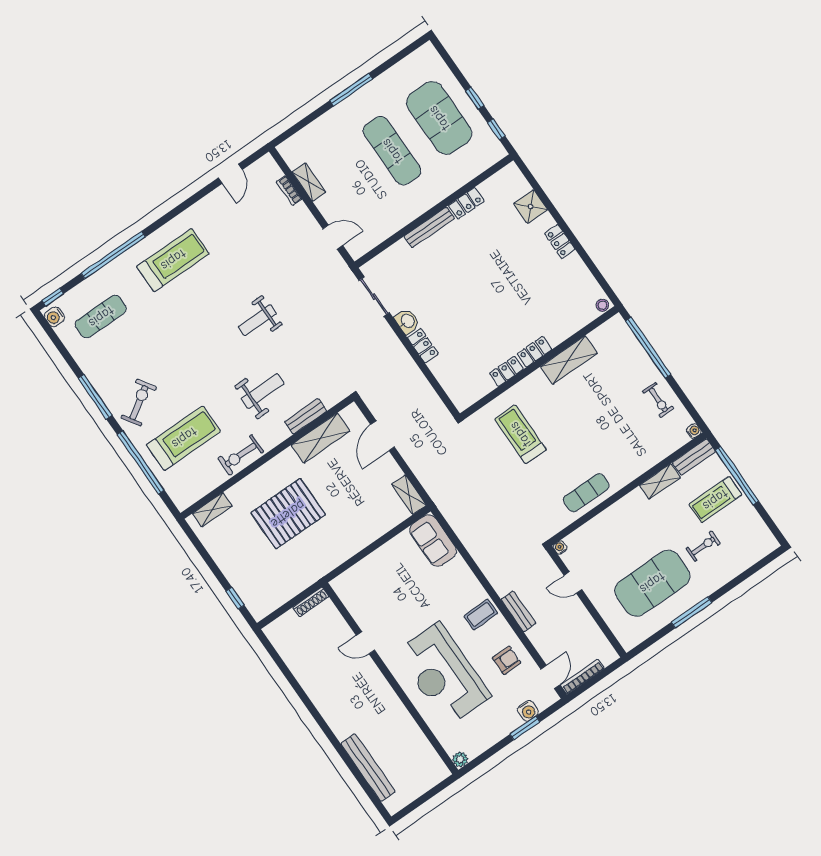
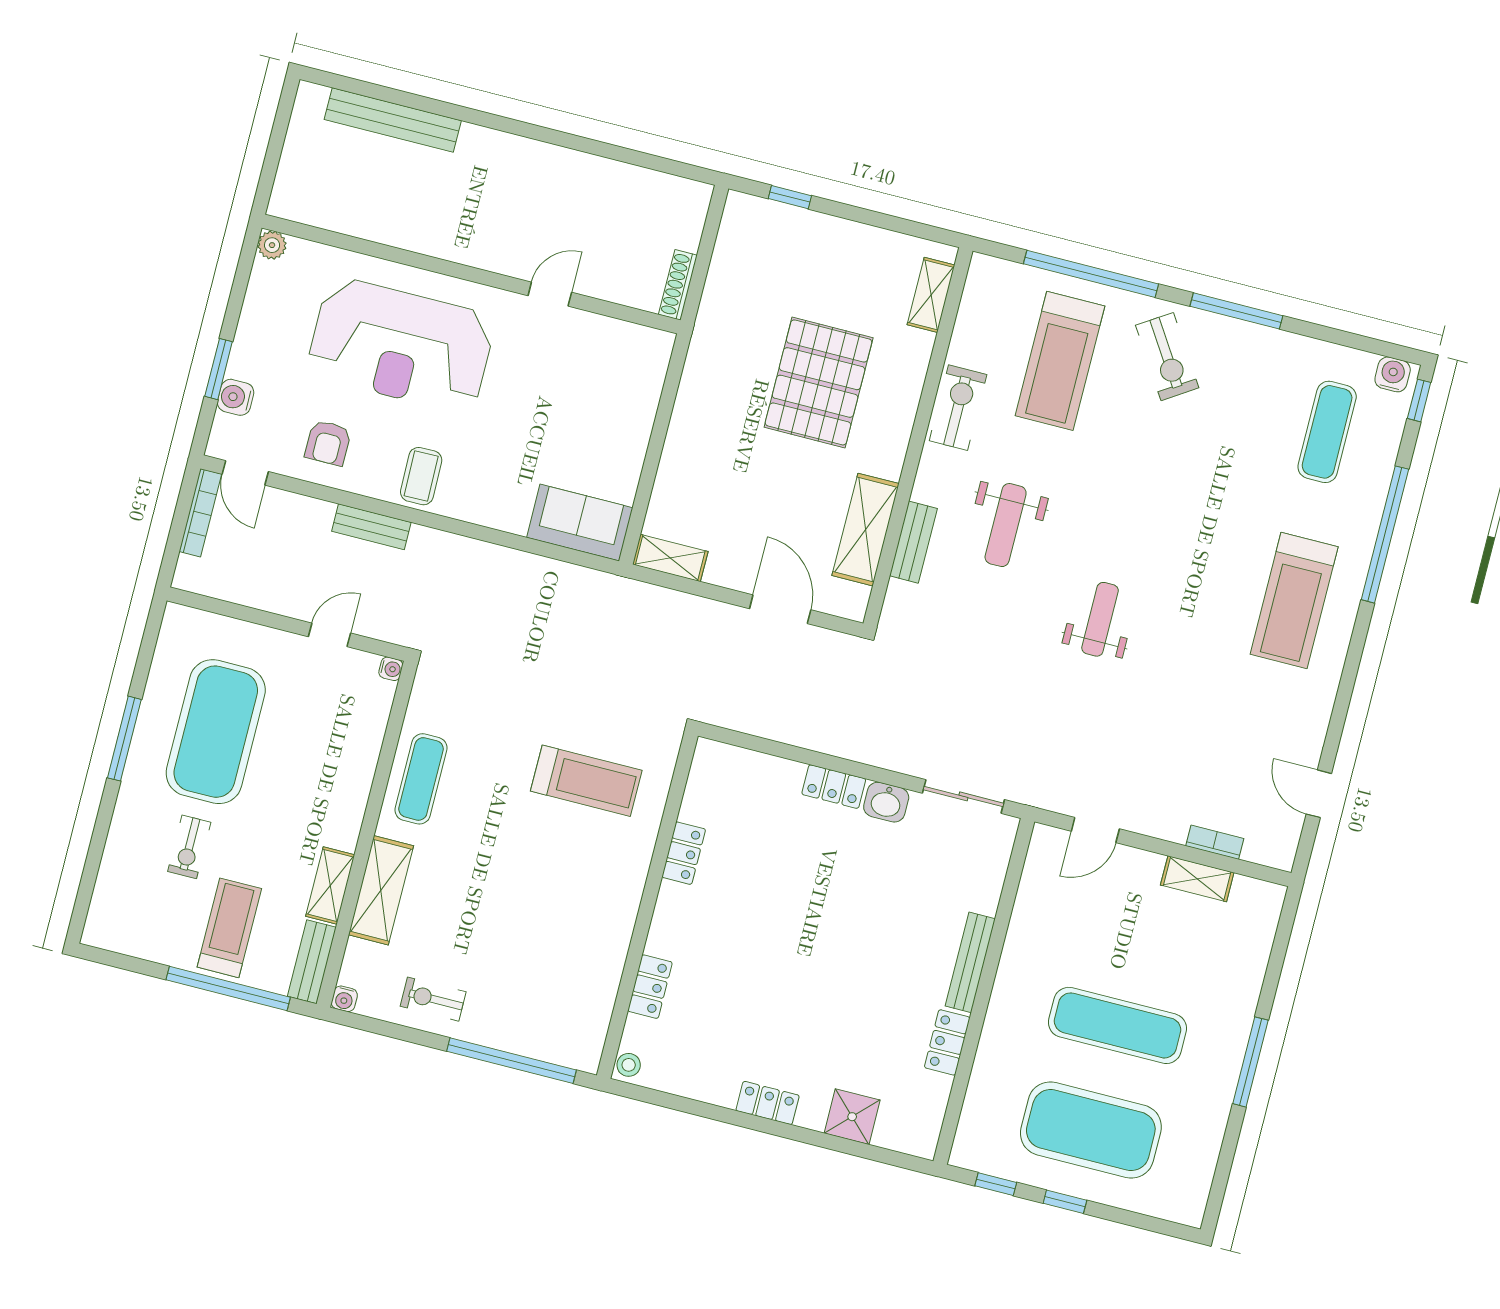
locker: (534, 352) -> (650, 987), moved
shelving: (569, 360) -> (381, 890), moved
reception desk: (443, 674) -> (401, 345), turned 180

